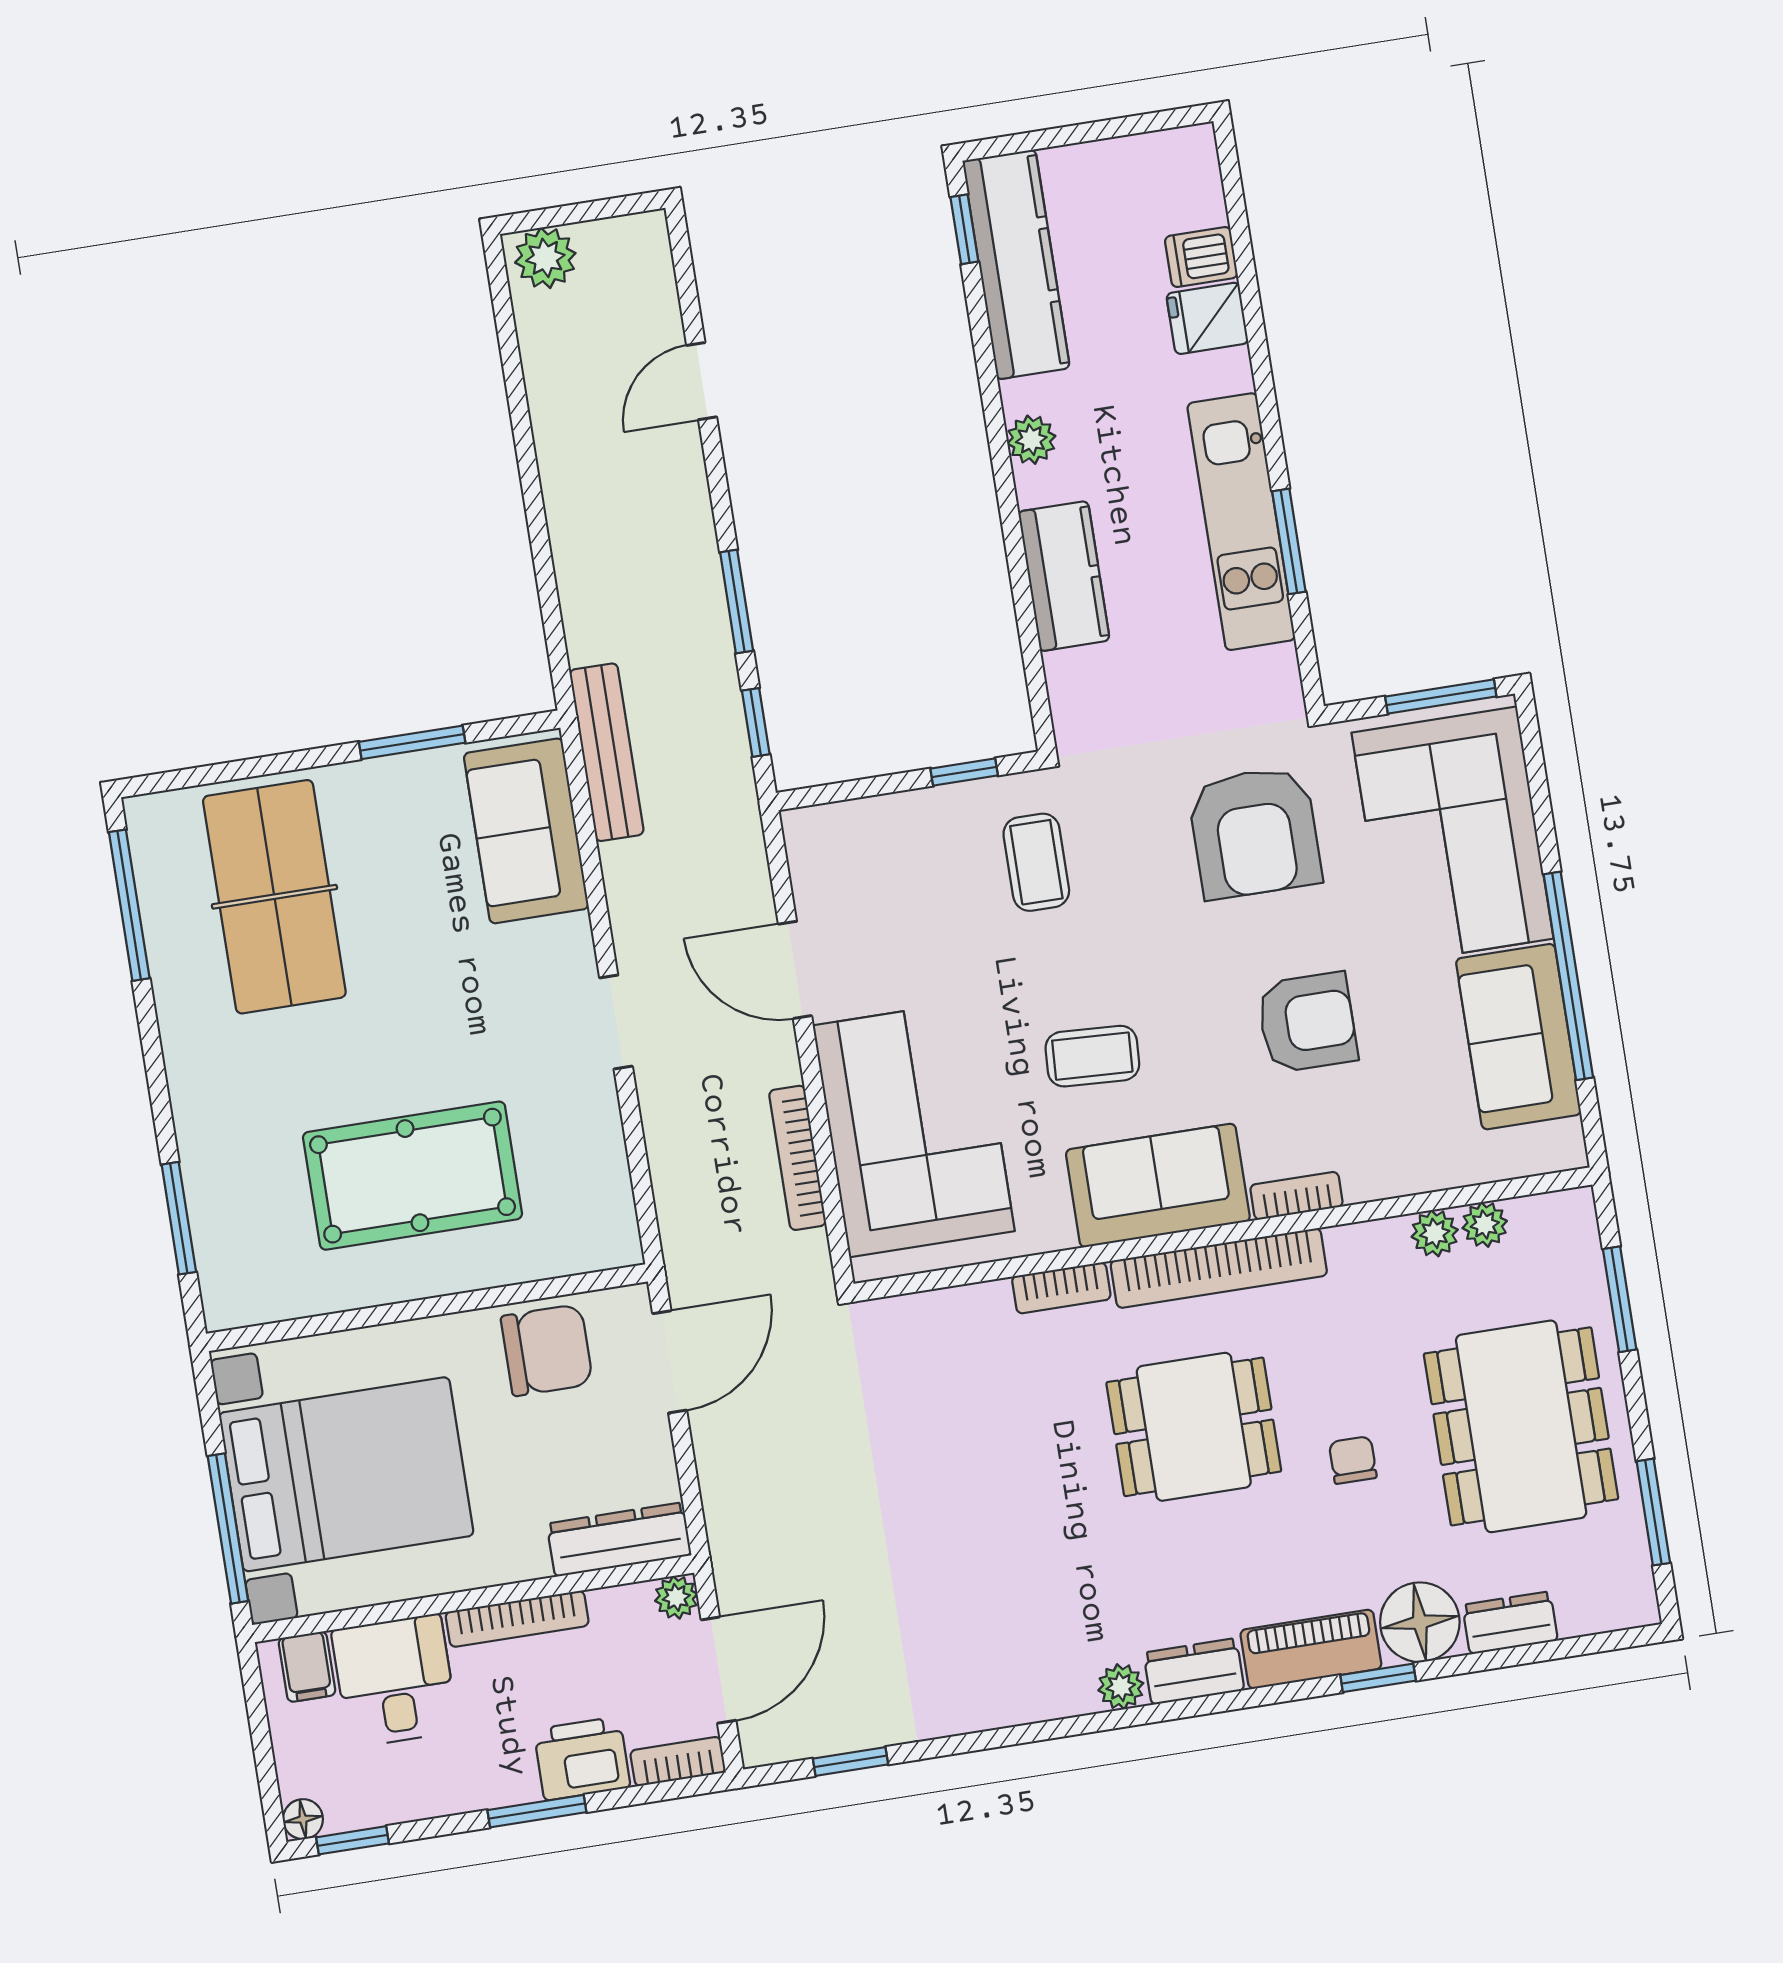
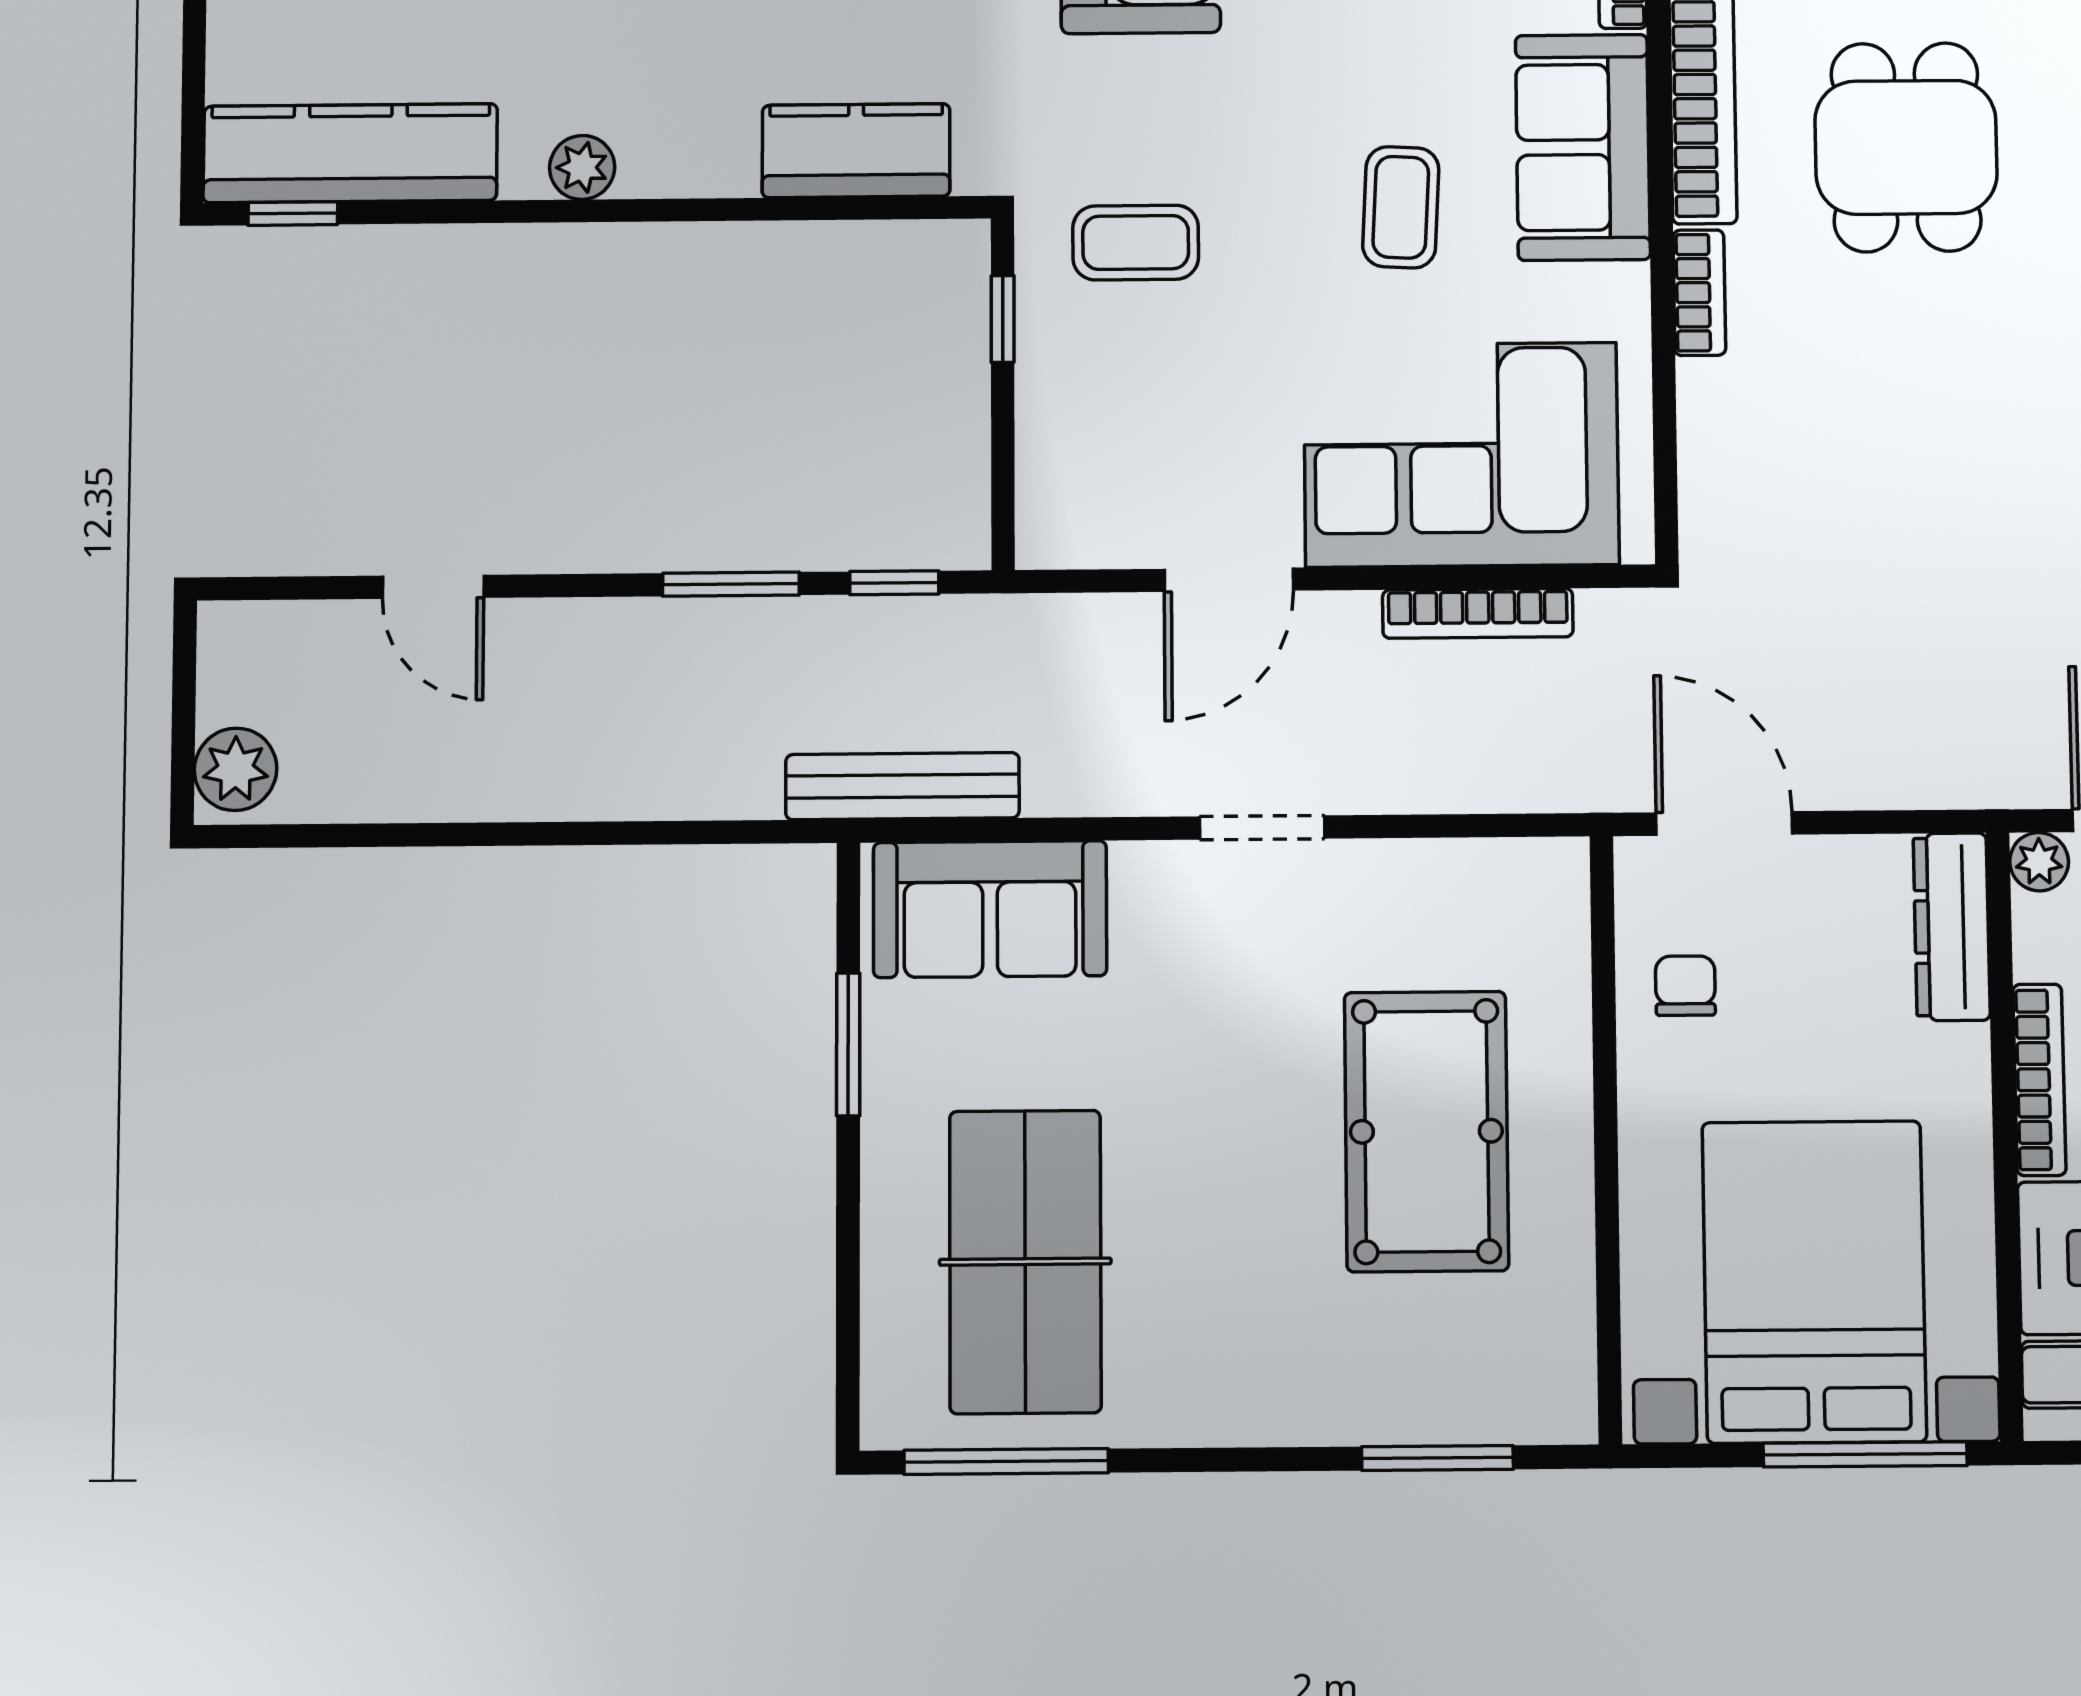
kitchen counter: (1064, 576) -> (856, 151), moved
table tennis table: (274, 897) -> (1025, 1262), turned 90
chair: (547, 1350) -> (1685, 986), width x0.54, depth x0.54

